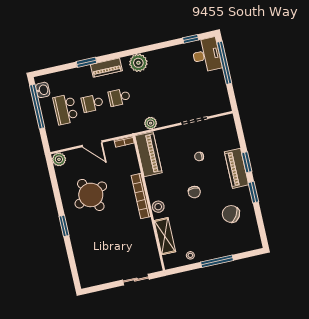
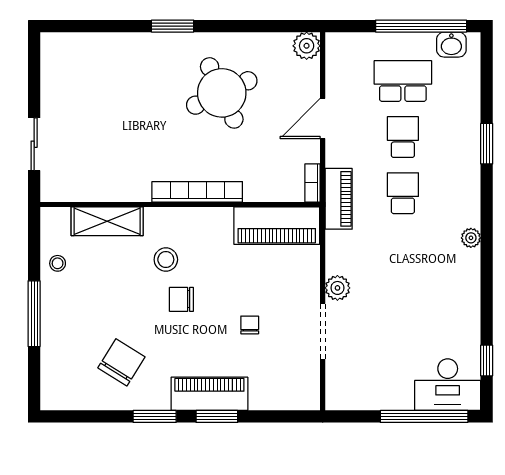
plant: (138, 63) -> (471, 238), width x0.53, depth x0.53
piano: (106, 68) -> (339, 199), moved, turned 180
plant: (151, 123) -> (337, 288), moved
stool: (158, 207) -> (166, 260), moved

